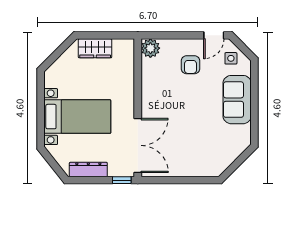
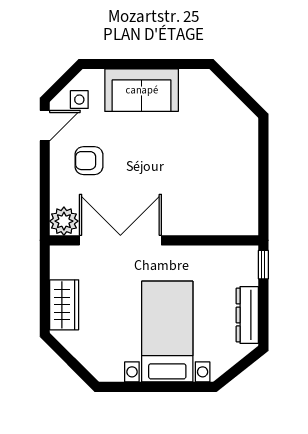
door: (214, 35) -> (45, 126), hinge flipped
armchair: (191, 65) -> (89, 161), turned 180
double door: (138, 145) -> (120, 240), moved

